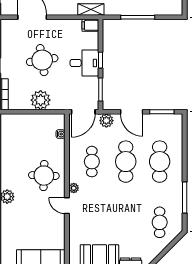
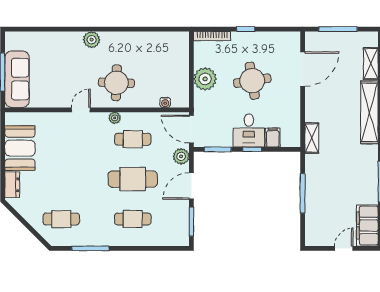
filing cabinet: (90, 25) -> (273, 138), moved
cafe table: (160, 162) -> (133, 219), width x0.73, depth x0.74
plant: (74, 188) -> (115, 118), moved

